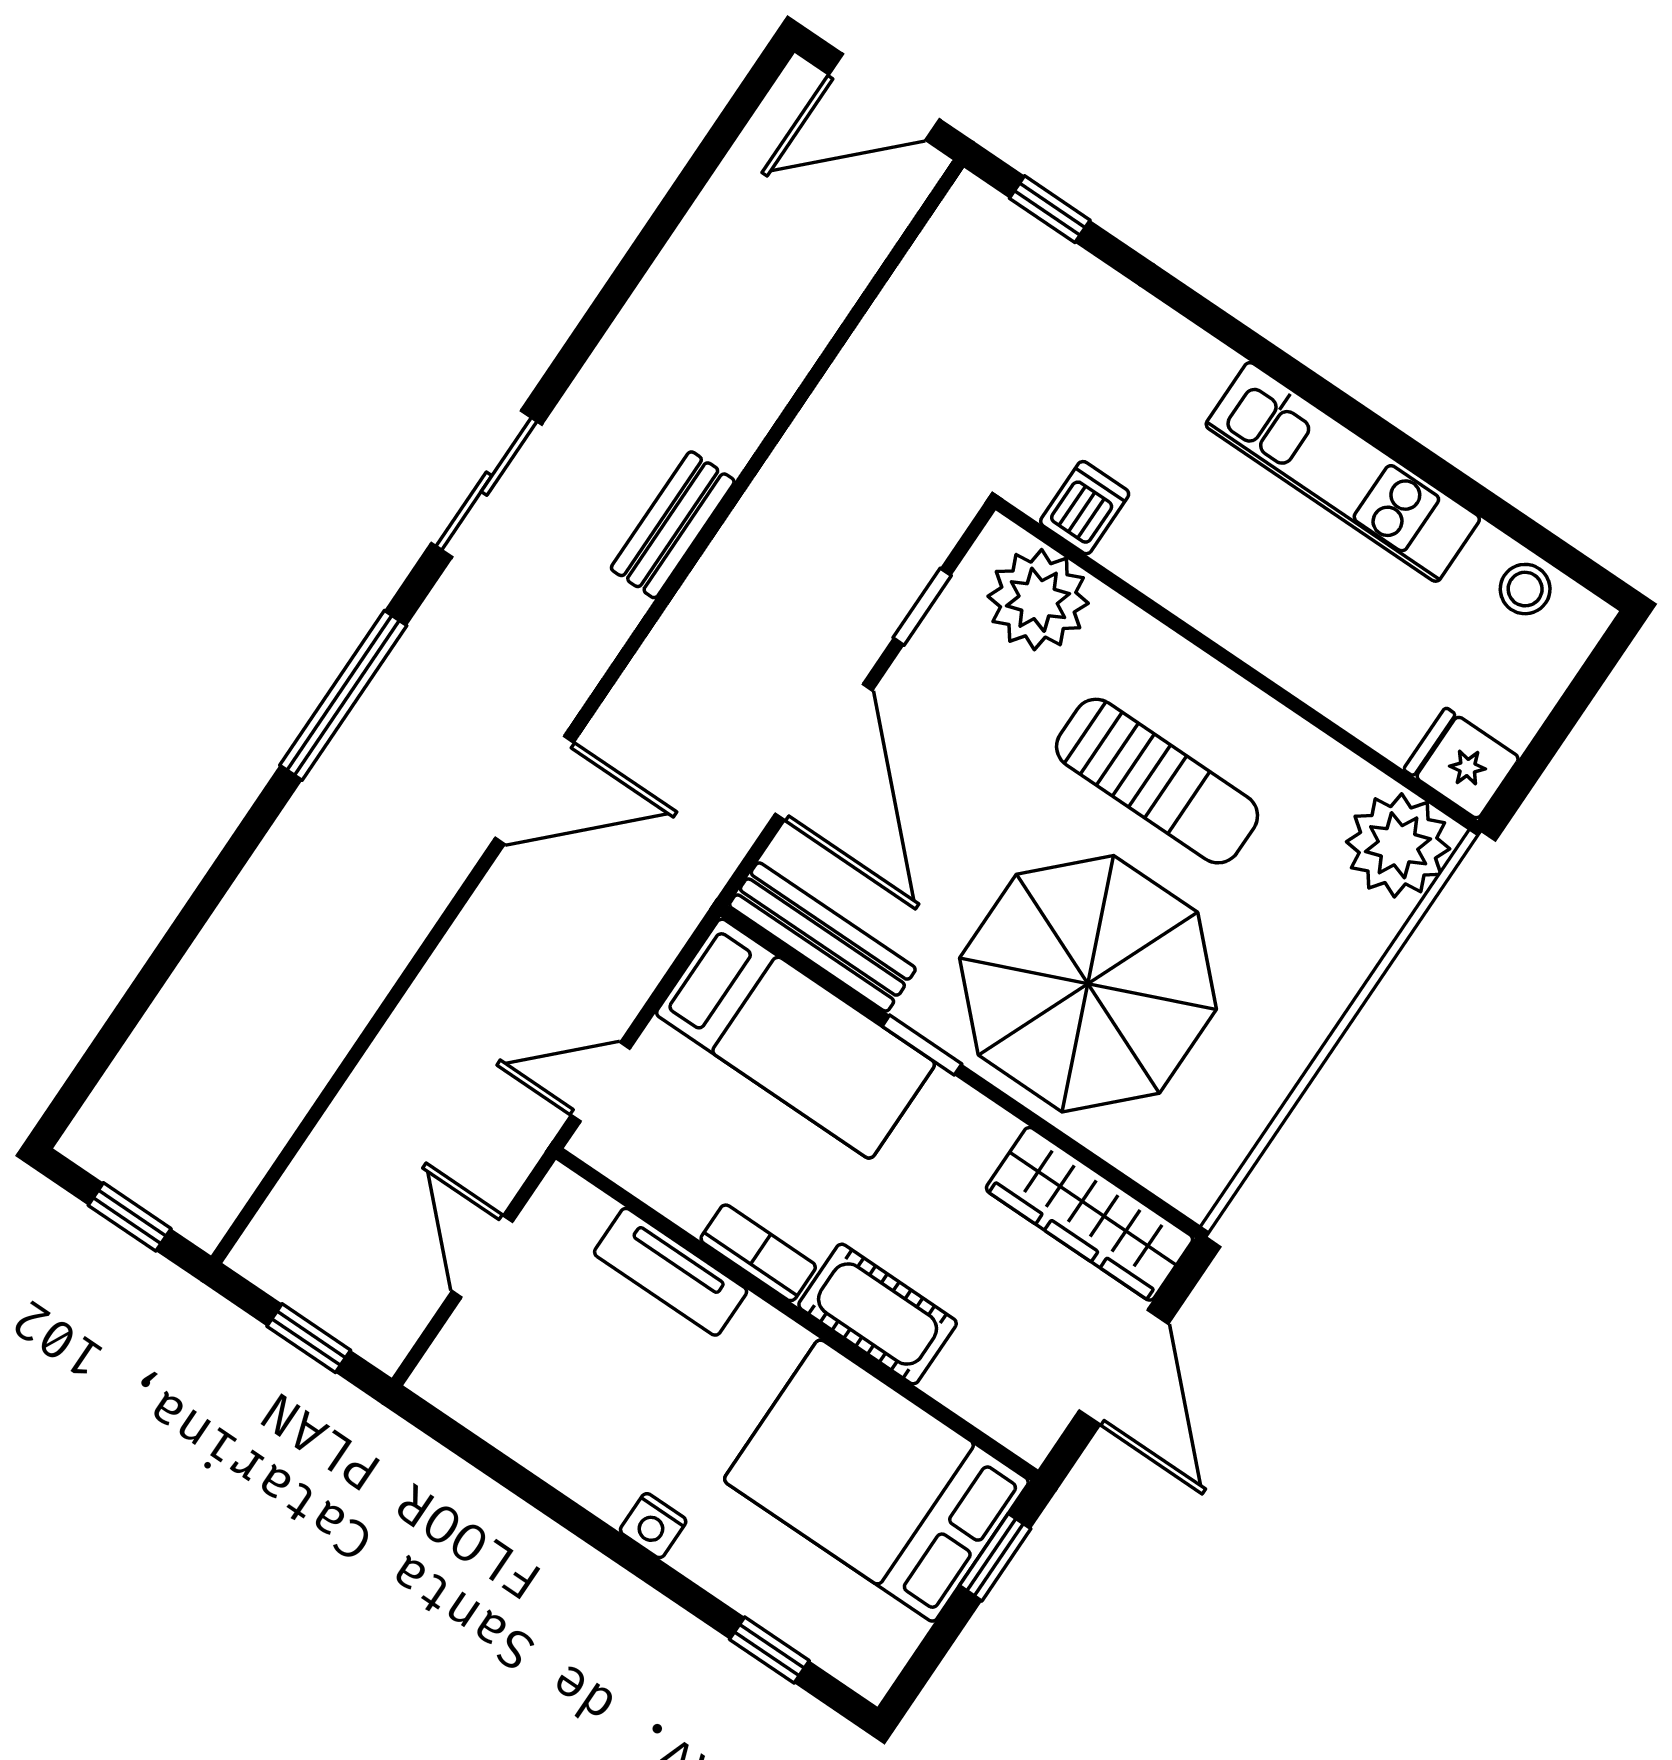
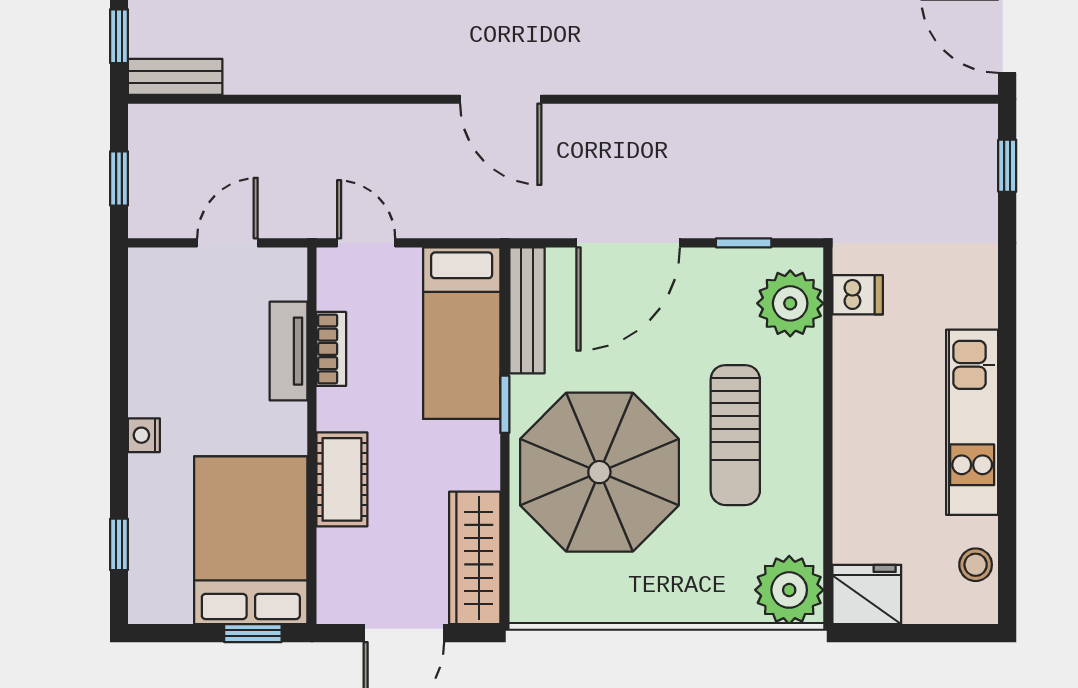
bench: (673, 525) -> (175, 77), moved
fridge: (1462, 763) -> (867, 594), width x1.38
bookcase: (758, 1253) -> (331, 349), moved

